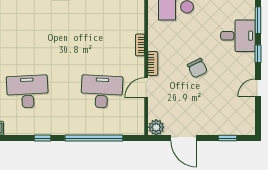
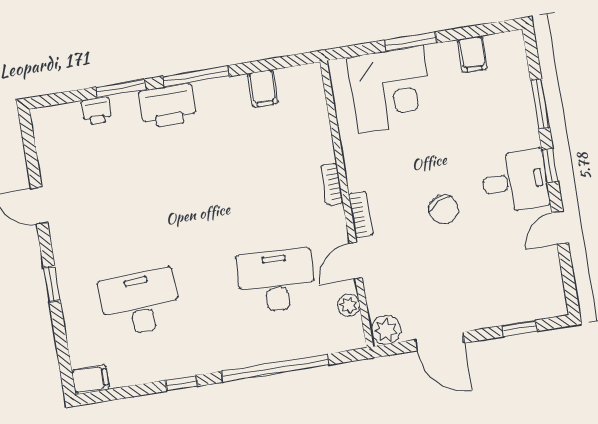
desk: (238, 36) -> (515, 181), moved
plant: (138, 111) -> (349, 305), added

